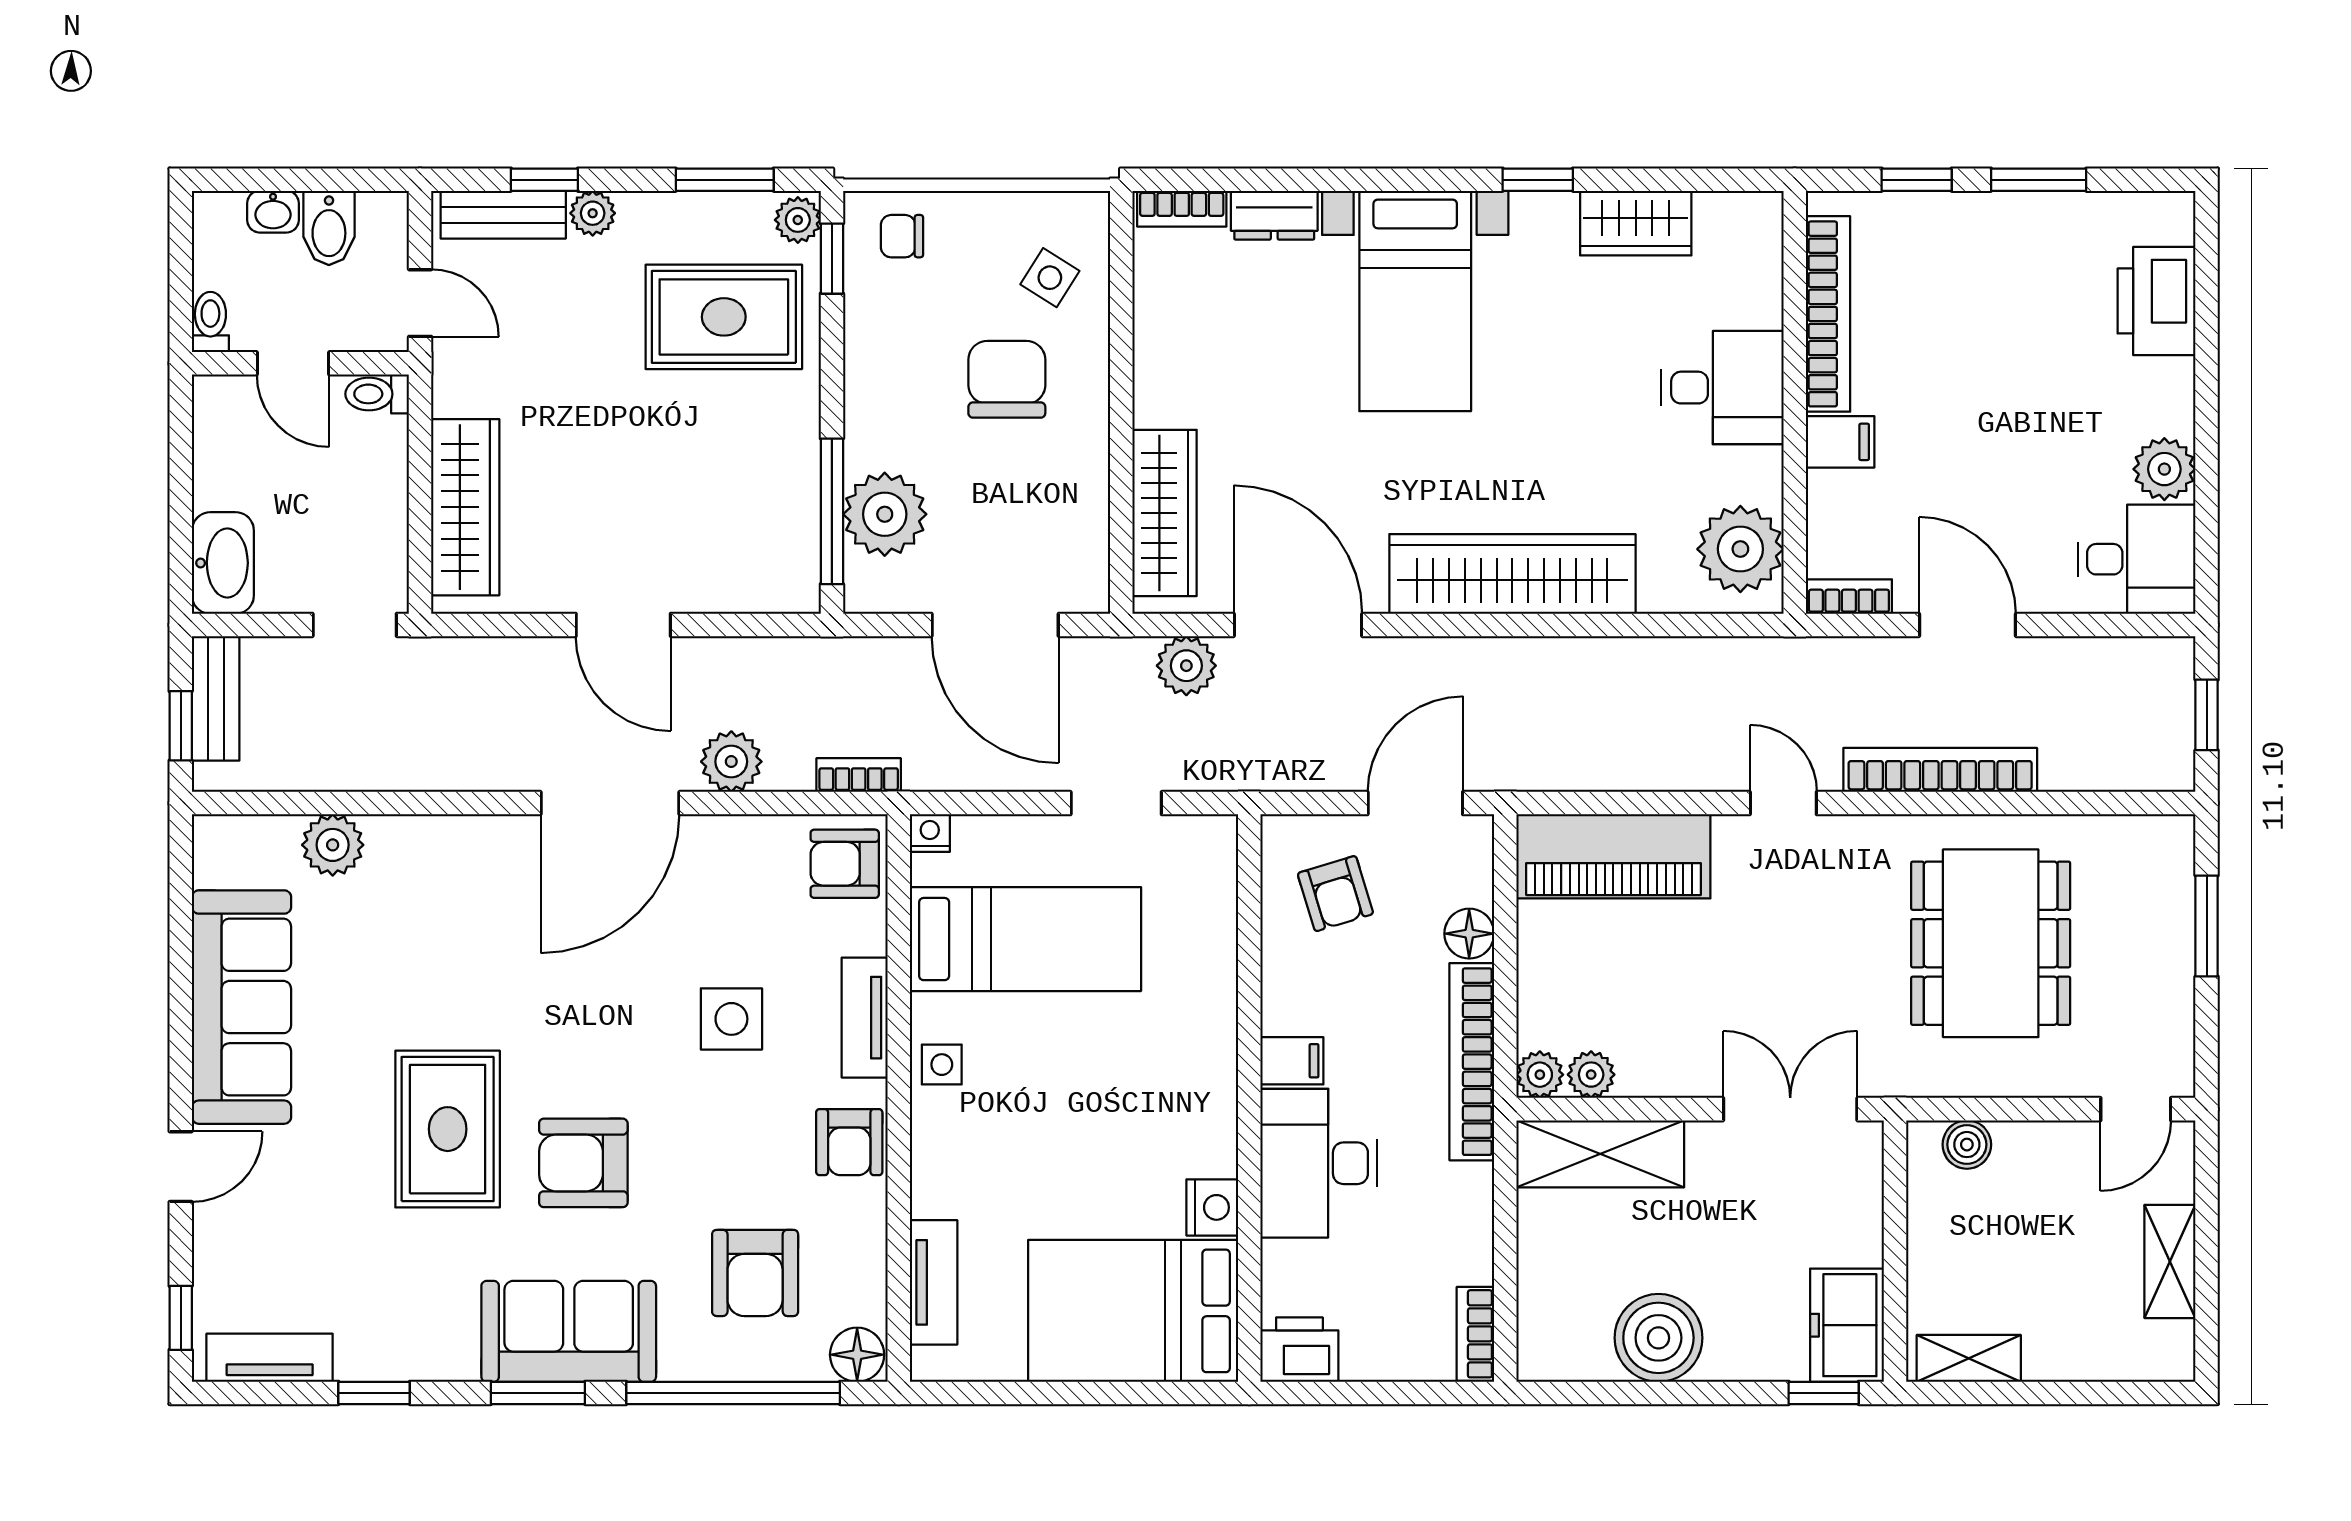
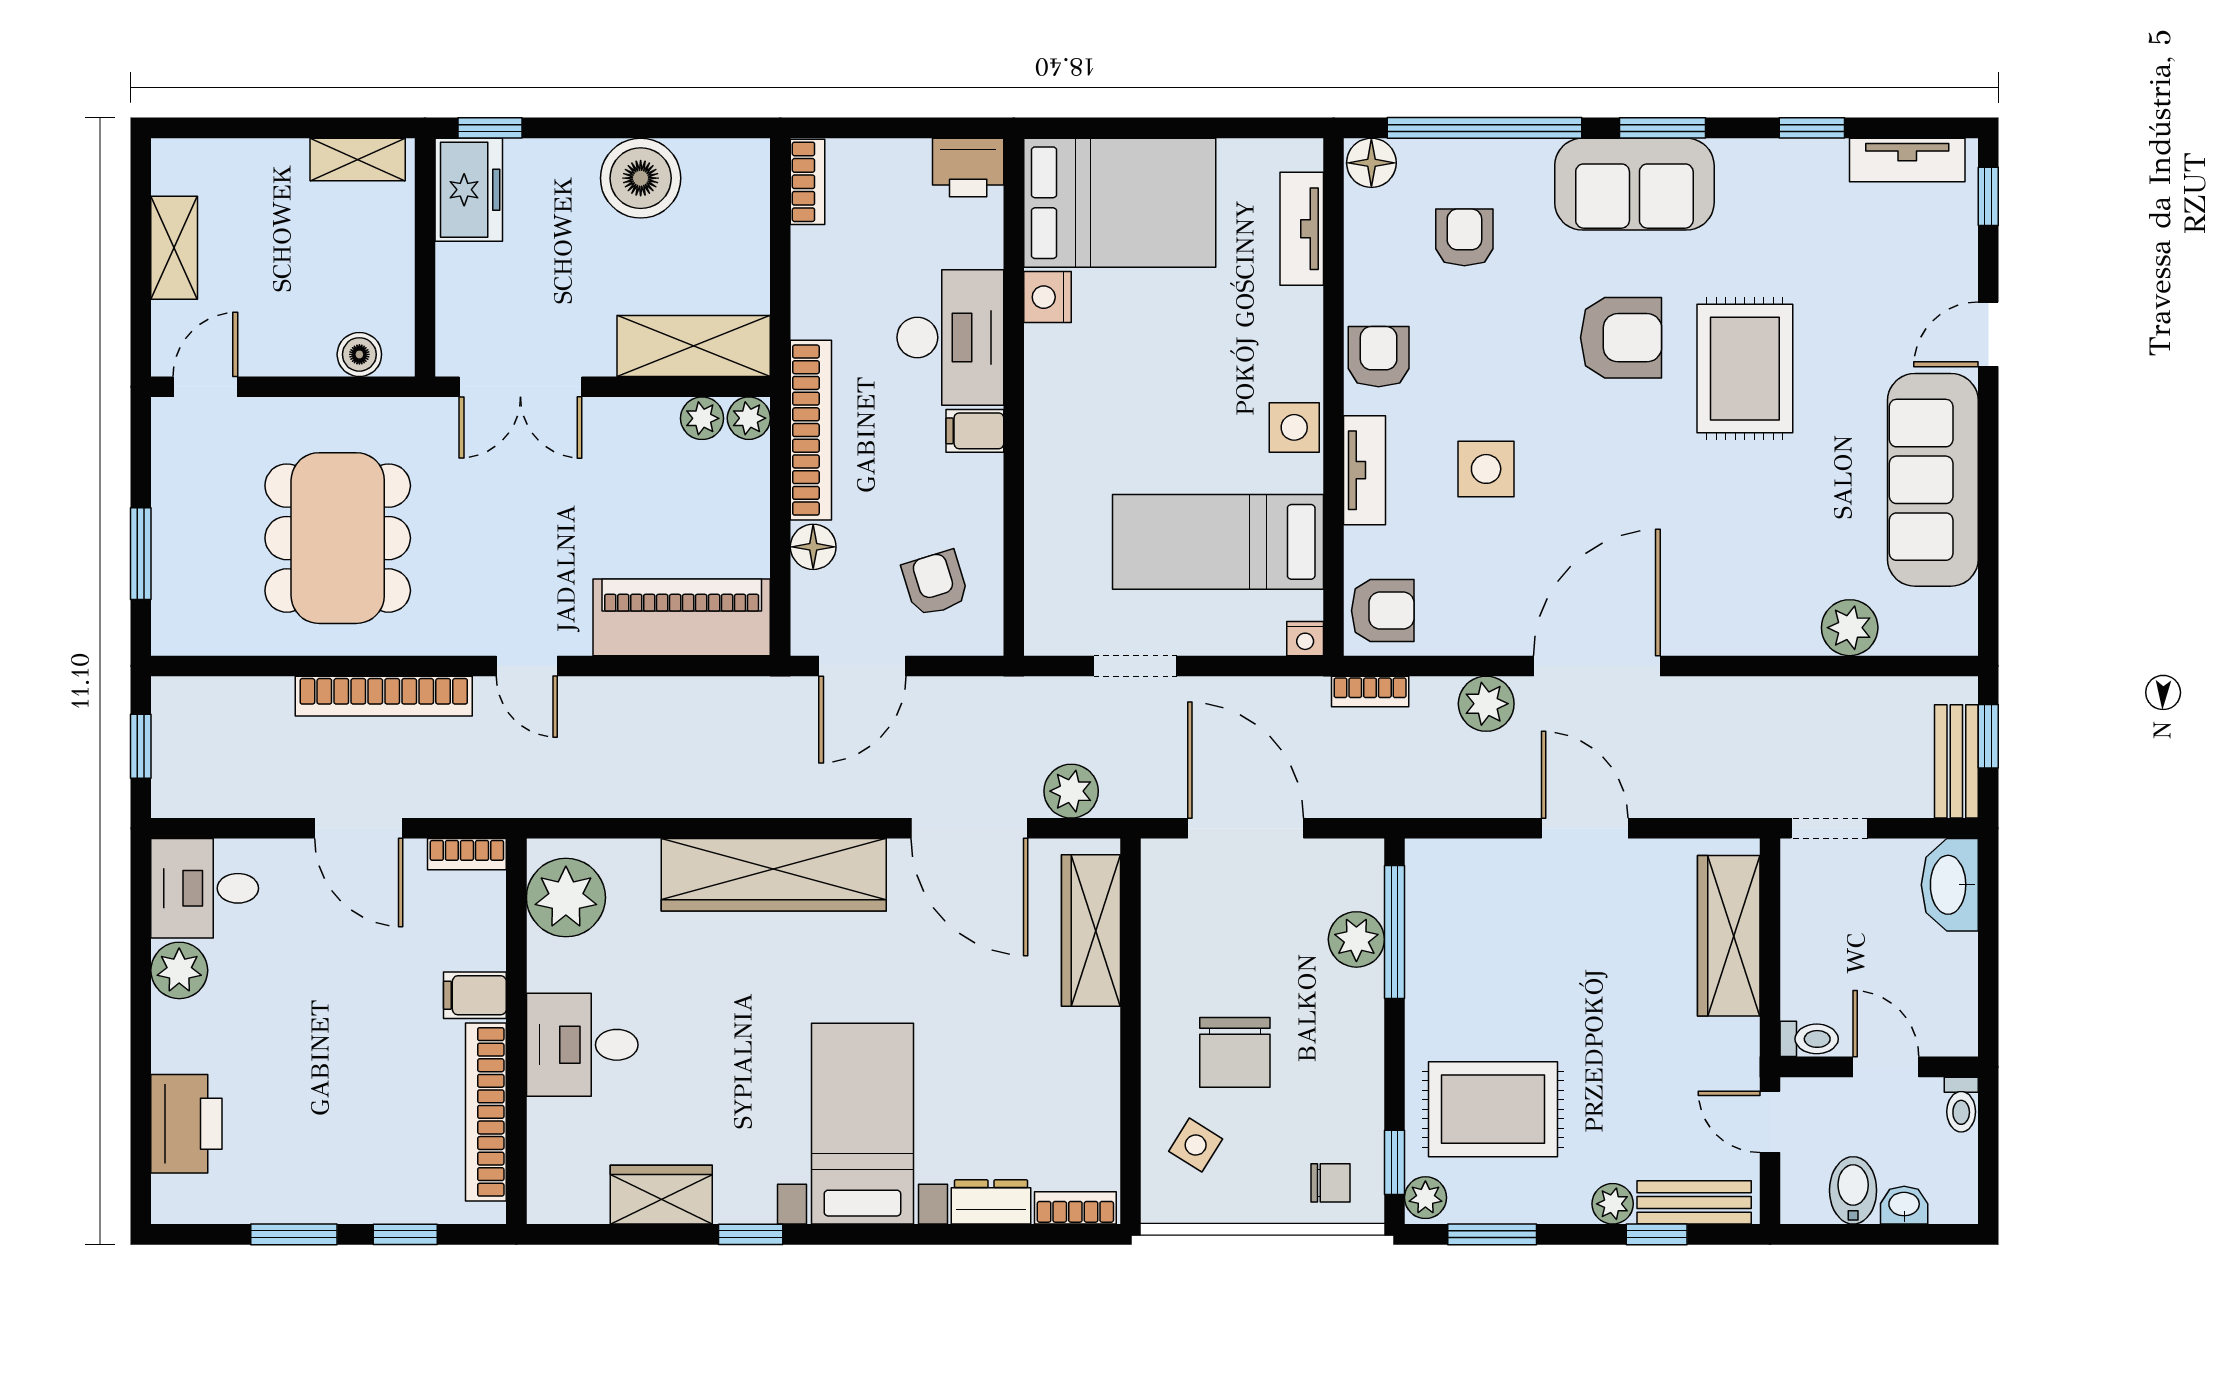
plant: (885, 514) -> (1356, 939), width x0.73, depth x0.73
side table: (942, 1065) -> (1294, 427), width x1.37, depth x1.37
armchair: (755, 1273) -> (1464, 237), width x0.72, depth x0.72

